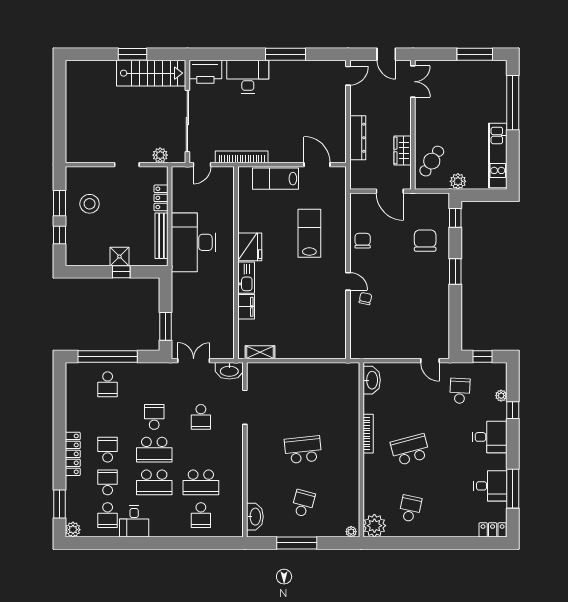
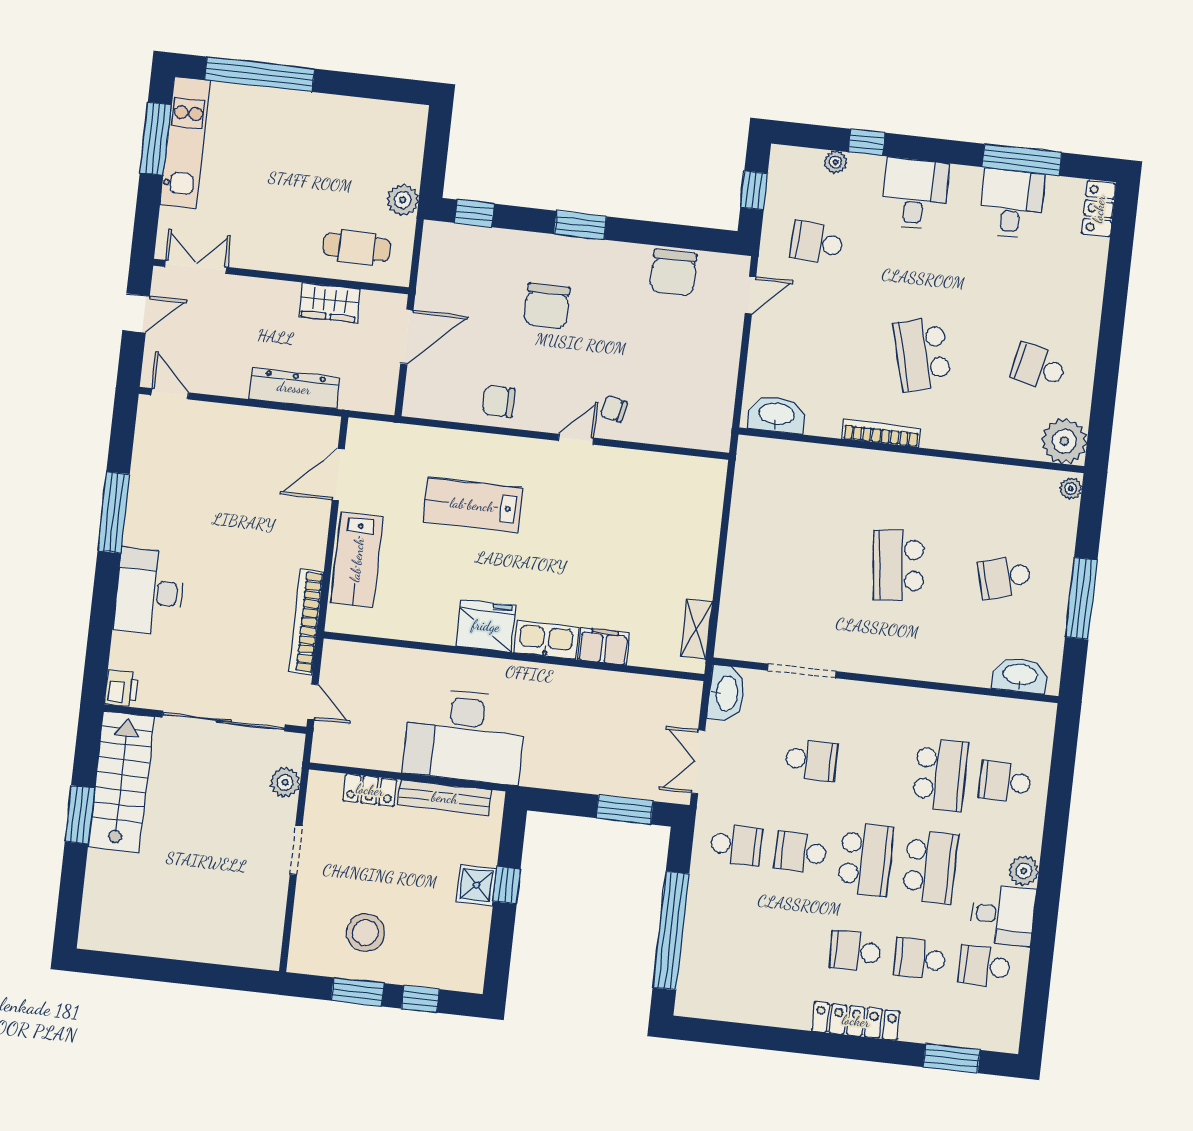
printer: (205, 72) -> (121, 689), width x0.53, depth x0.68
kitchen unit: (498, 156) -> (185, 143), moved, turned -90
cafe table: (432, 161) -> (357, 247), turned -33
chair: (425, 241) -> (547, 306), moved, turned -90
chair: (437, 321) -> (673, 273), added
school desk: (108, 384) -> (736, 845), moved
school desk: (303, 503) -> (1004, 577), turned -30
school desk: (108, 515) -> (984, 966), turned 180
school desk: (201, 515) -> (1005, 782), turned 180
plant: (73, 530) -> (1024, 871), moved

